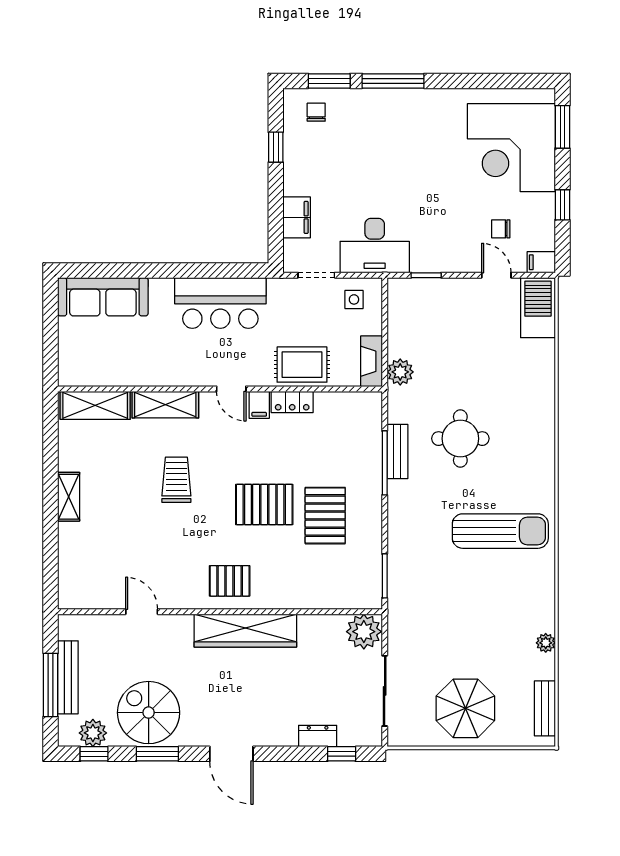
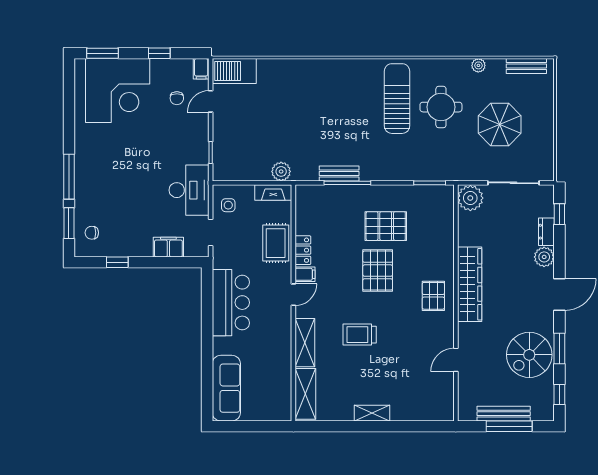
round table: (460, 439) -> (441, 107), moved
parasol: (465, 708) -> (500, 124), moved
plant: (93, 733) -> (544, 257), moved

